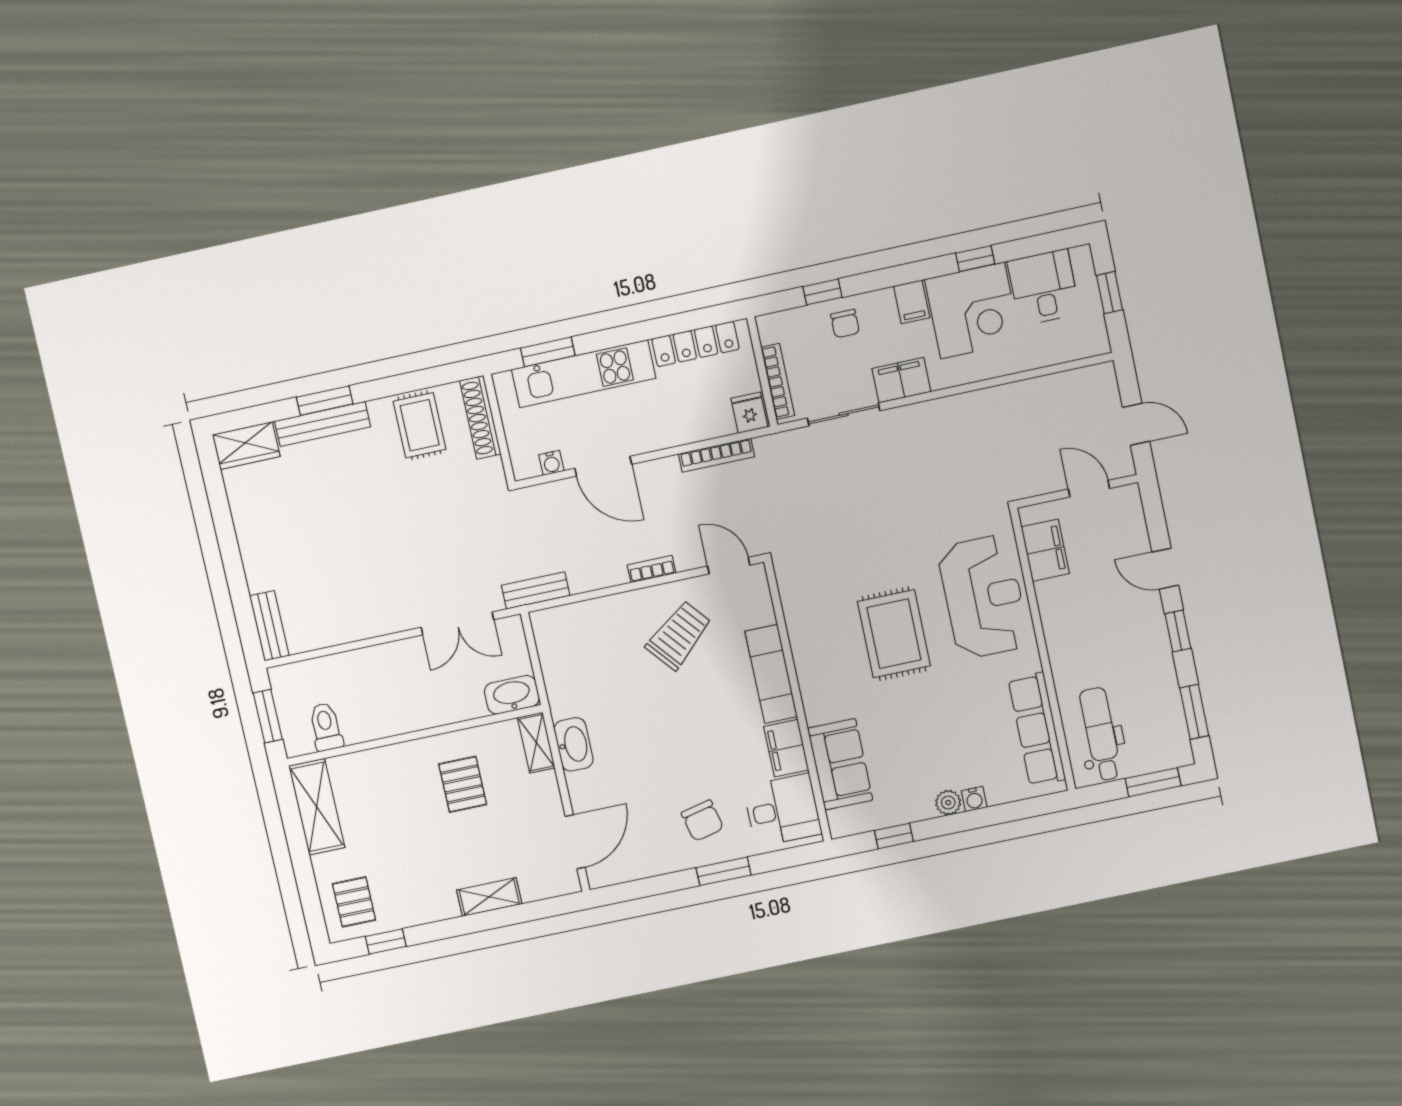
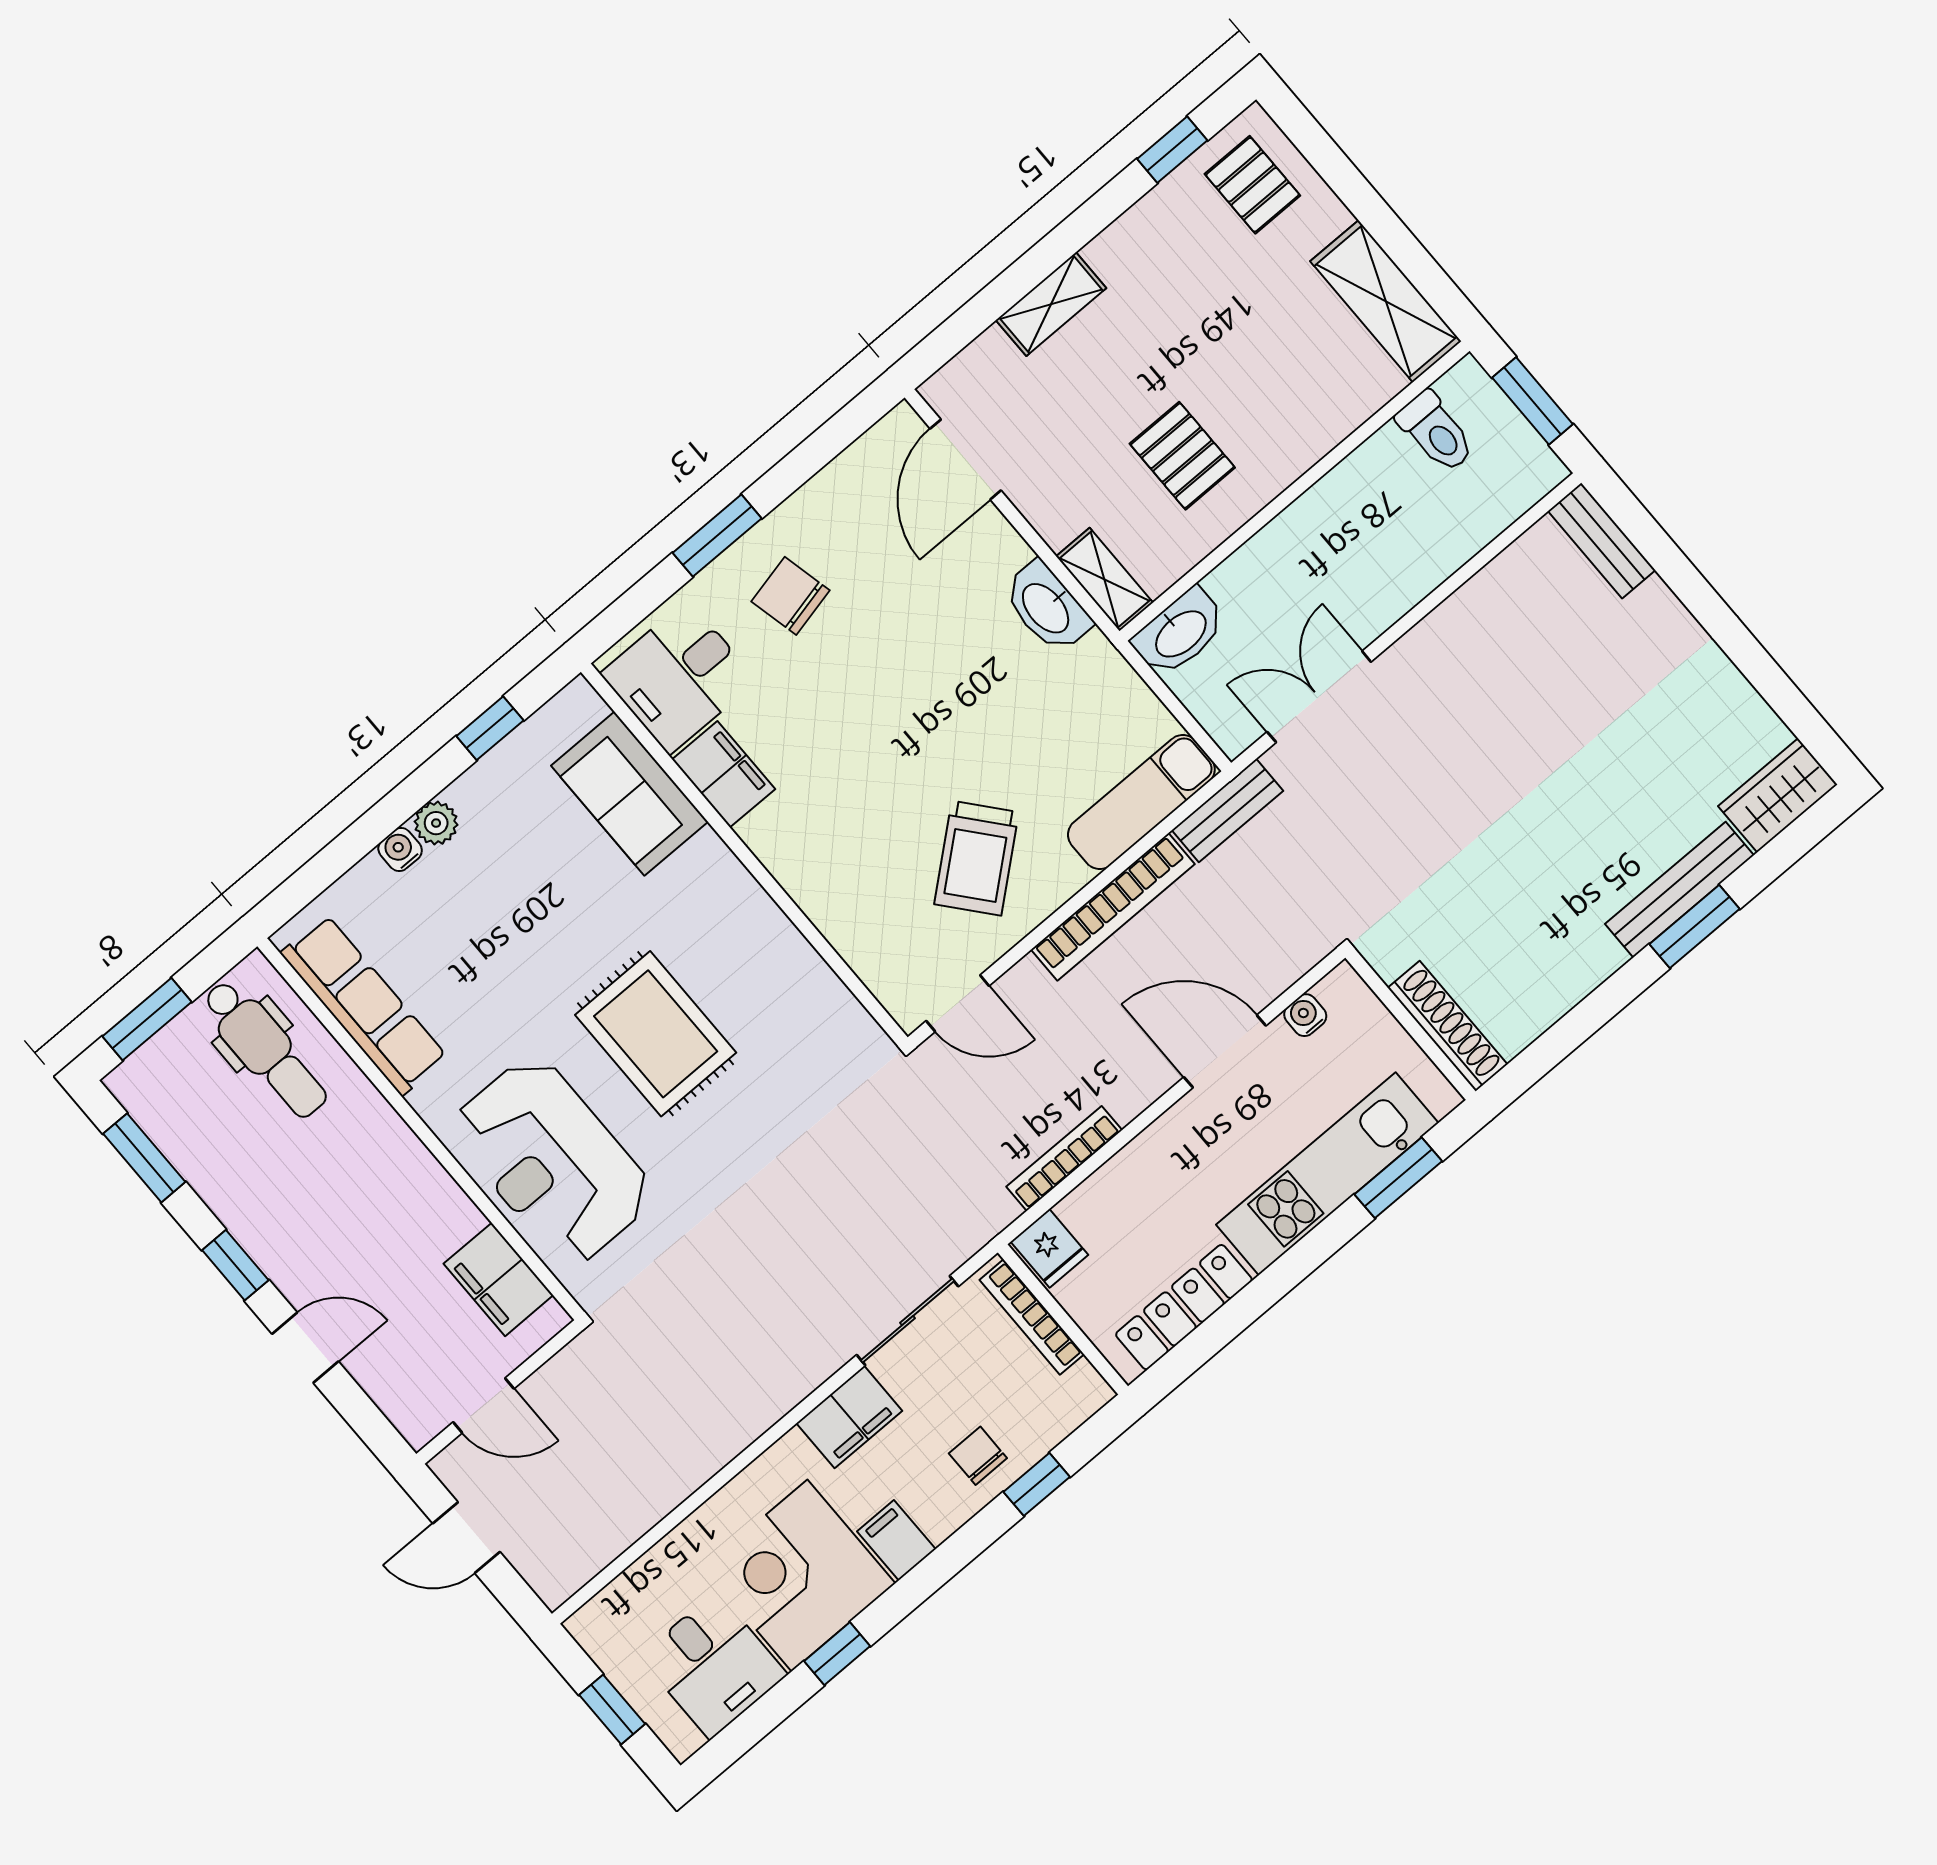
rug: (420, 425) -> (1533, 966), removed
bookcase: (651, 569) -> (1113, 907), width x2.31, depth x1.31
exam couch: (771, 674) -> (1141, 802), moved, turned -90

